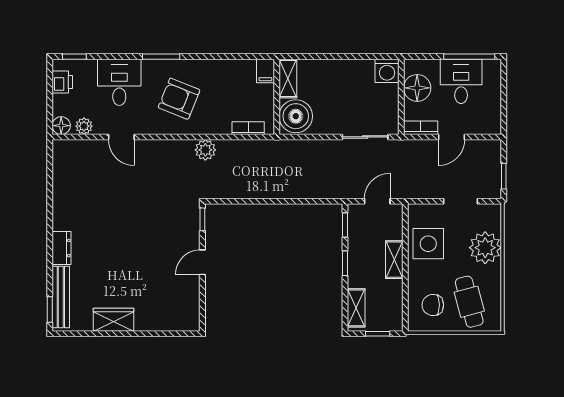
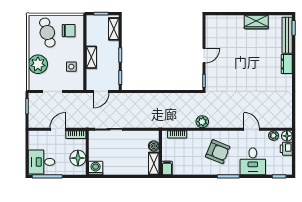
desk: (461, 81) -> (42, 162), moved, turned 90
printer: (62, 82) -> (286, 149), moved
boiler: (296, 116) -> (154, 146), width x0.54, depth x0.54
side table: (428, 244) -> (71, 67), width x0.54, depth x0.54

